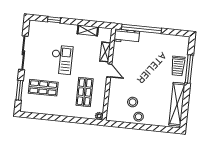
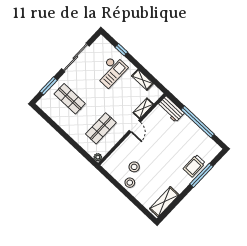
window: (142, 29) -> (198, 122), moved
checkout: (62, 60) -> (111, 71), moved
shelving: (177, 104) -> (164, 202), width x0.68

